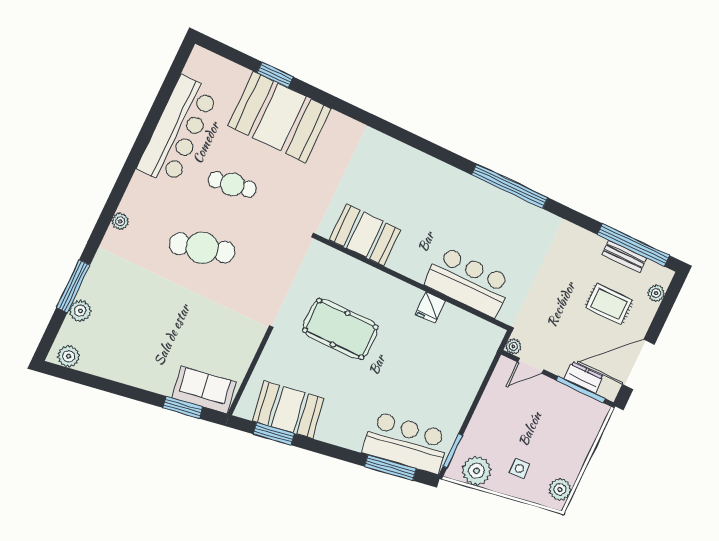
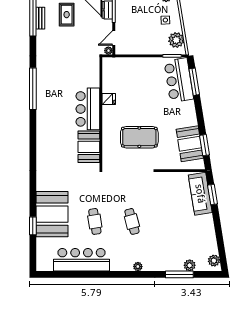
cafe table: (202, 248) -> (132, 221), width x0.73, depth x0.74
bar counter: (468, 282) -> (88, 109), moved
pool table: (340, 329) -> (139, 137), turned 90
door: (531, 366) -> (114, 38), swing flipped
sofa: (204, 390) -> (200, 194), width x1.36

